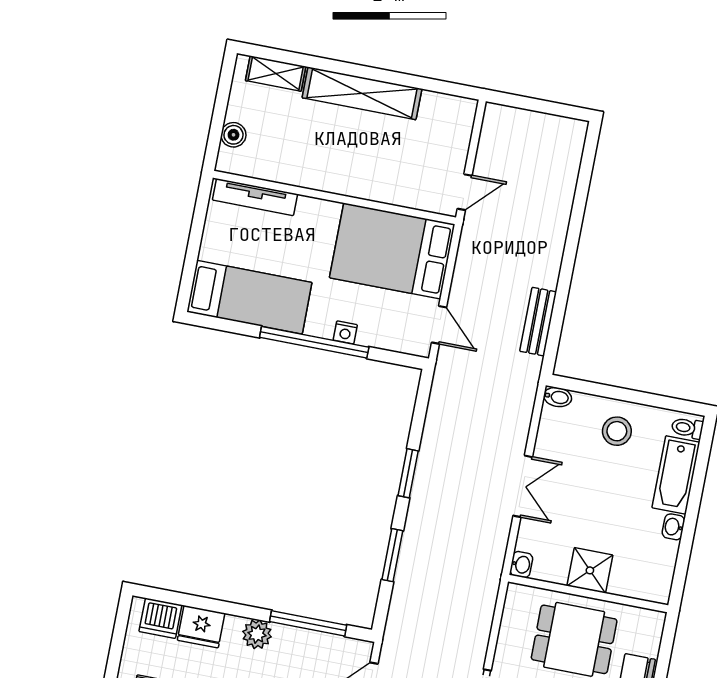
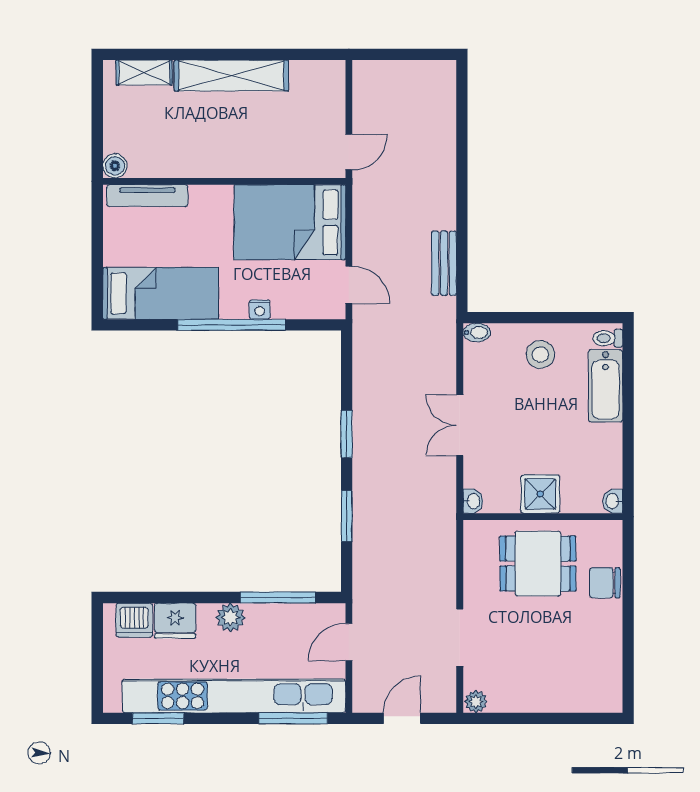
boiler: (233, 135) -> (115, 166), moved
double door: (523, 486) -> (460, 425), swing flipped
washbasin: (673, 527) -> (613, 501), moved

